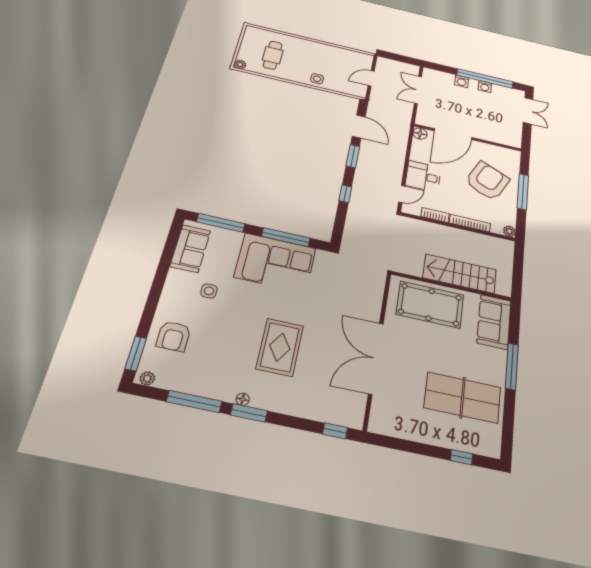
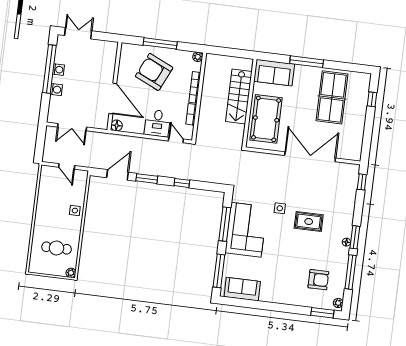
side table: (209, 291) -> (280, 208), moved
armchair: (174, 336) -> (318, 280), moved
rug: (280, 347) -> (309, 221), width x0.73, depth x0.70
double door: (376, 358) -> (310, 157), swing flipped

